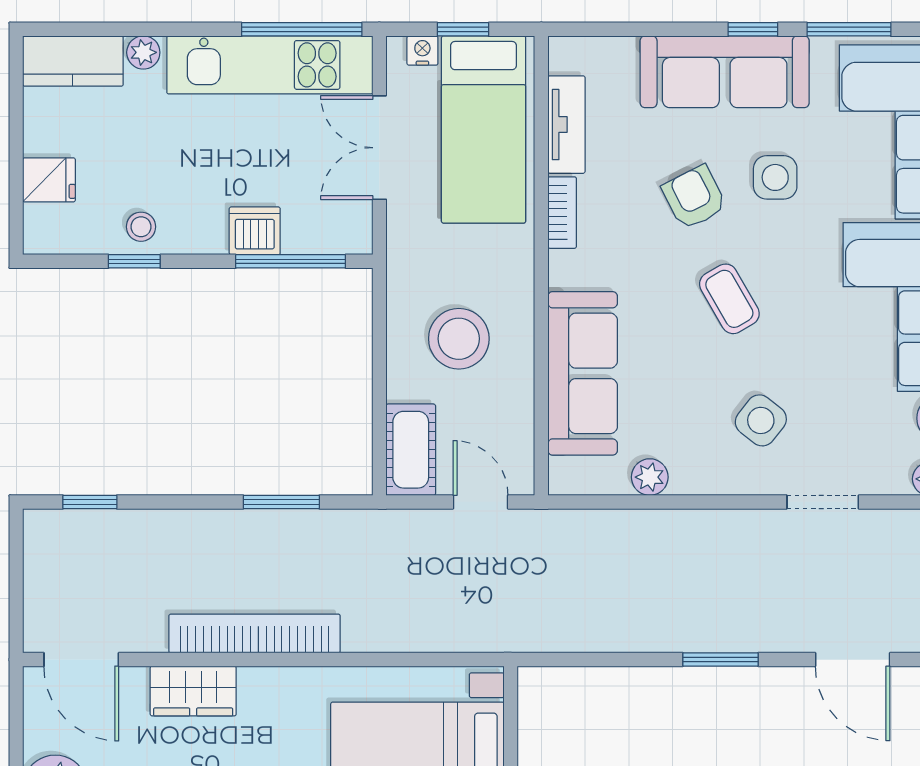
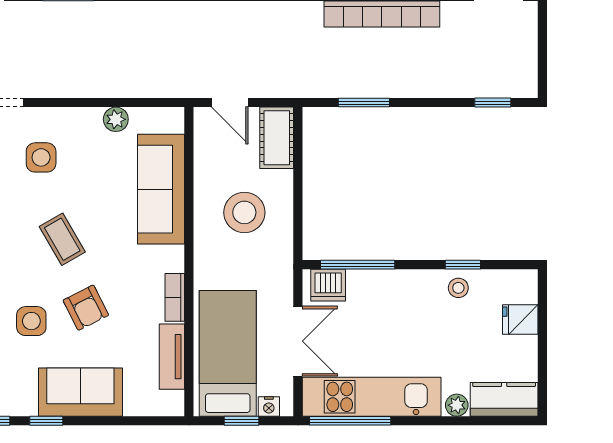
sofa: (725, 72) -> (80, 392), width x0.73
dishwasher: (255, 231) -> (328, 285), moved
side table: (761, 420) -> (41, 157), turned -38

